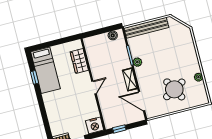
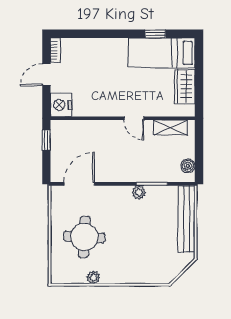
wardrobe: (79, 61) -> (185, 87), moved, turned -90
shelving: (130, 79) -> (170, 127), moved
door: (94, 87) -> (134, 118), moved
round table: (174, 89) -> (84, 237), turned 33

